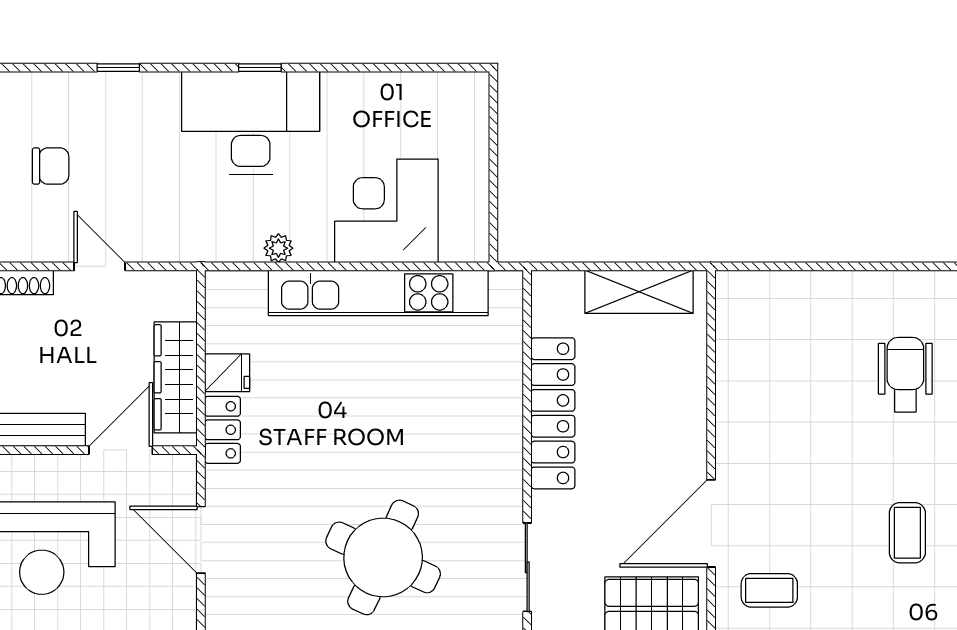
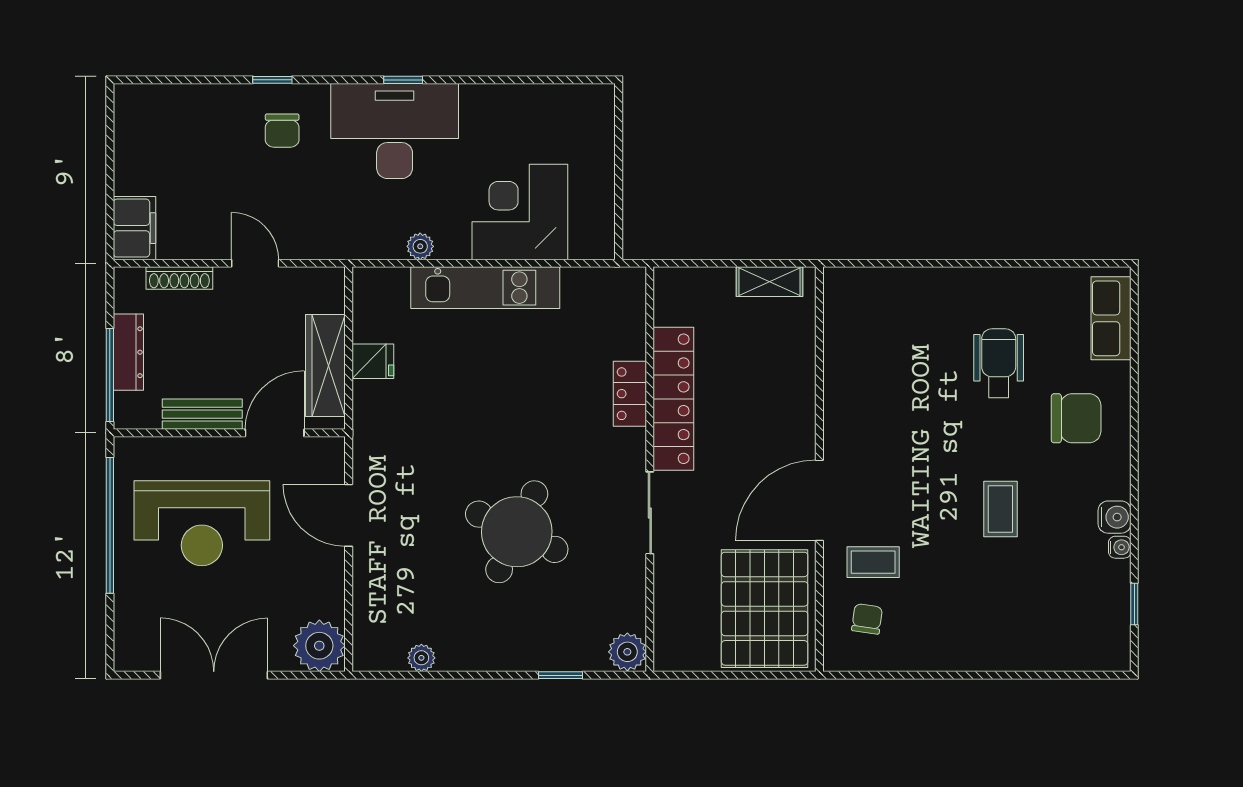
chair: (51, 166) -> (282, 131), moved, turned 90
shelving: (639, 292) -> (770, 282), width x0.67, depth x0.75
kitchen unit: (378, 293) -> (485, 288), width x0.73
locker: (223, 430) -> (630, 394), moved, turned 180
sliding door: (527, 567) -> (650, 513), moved

